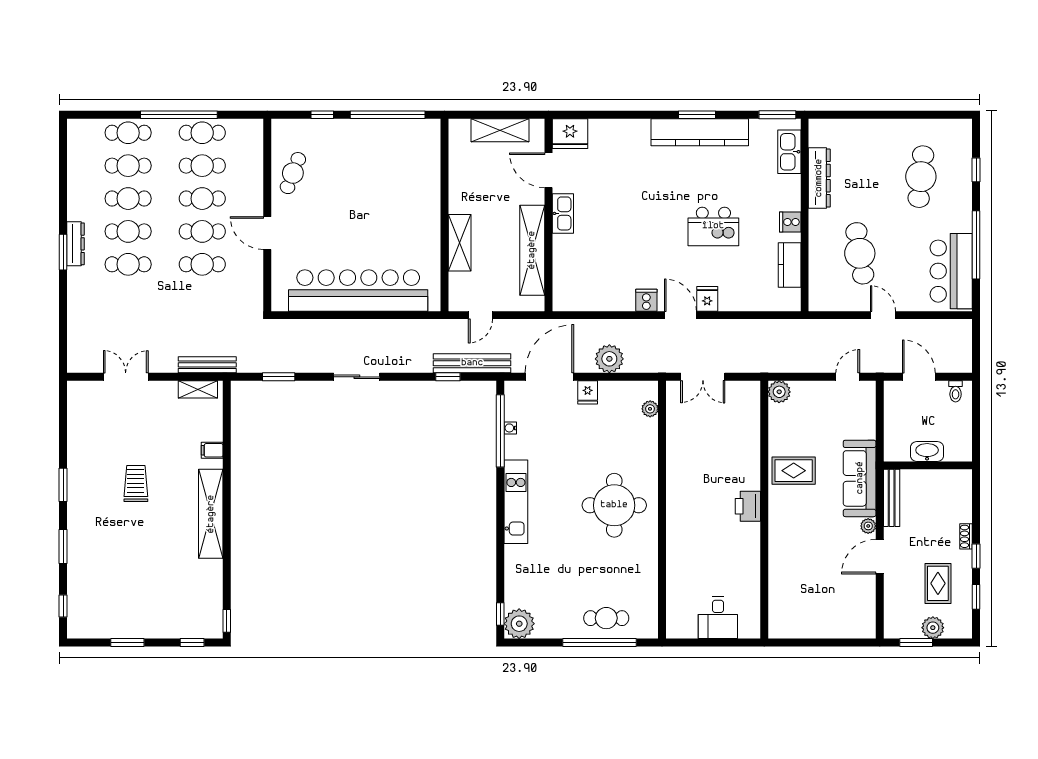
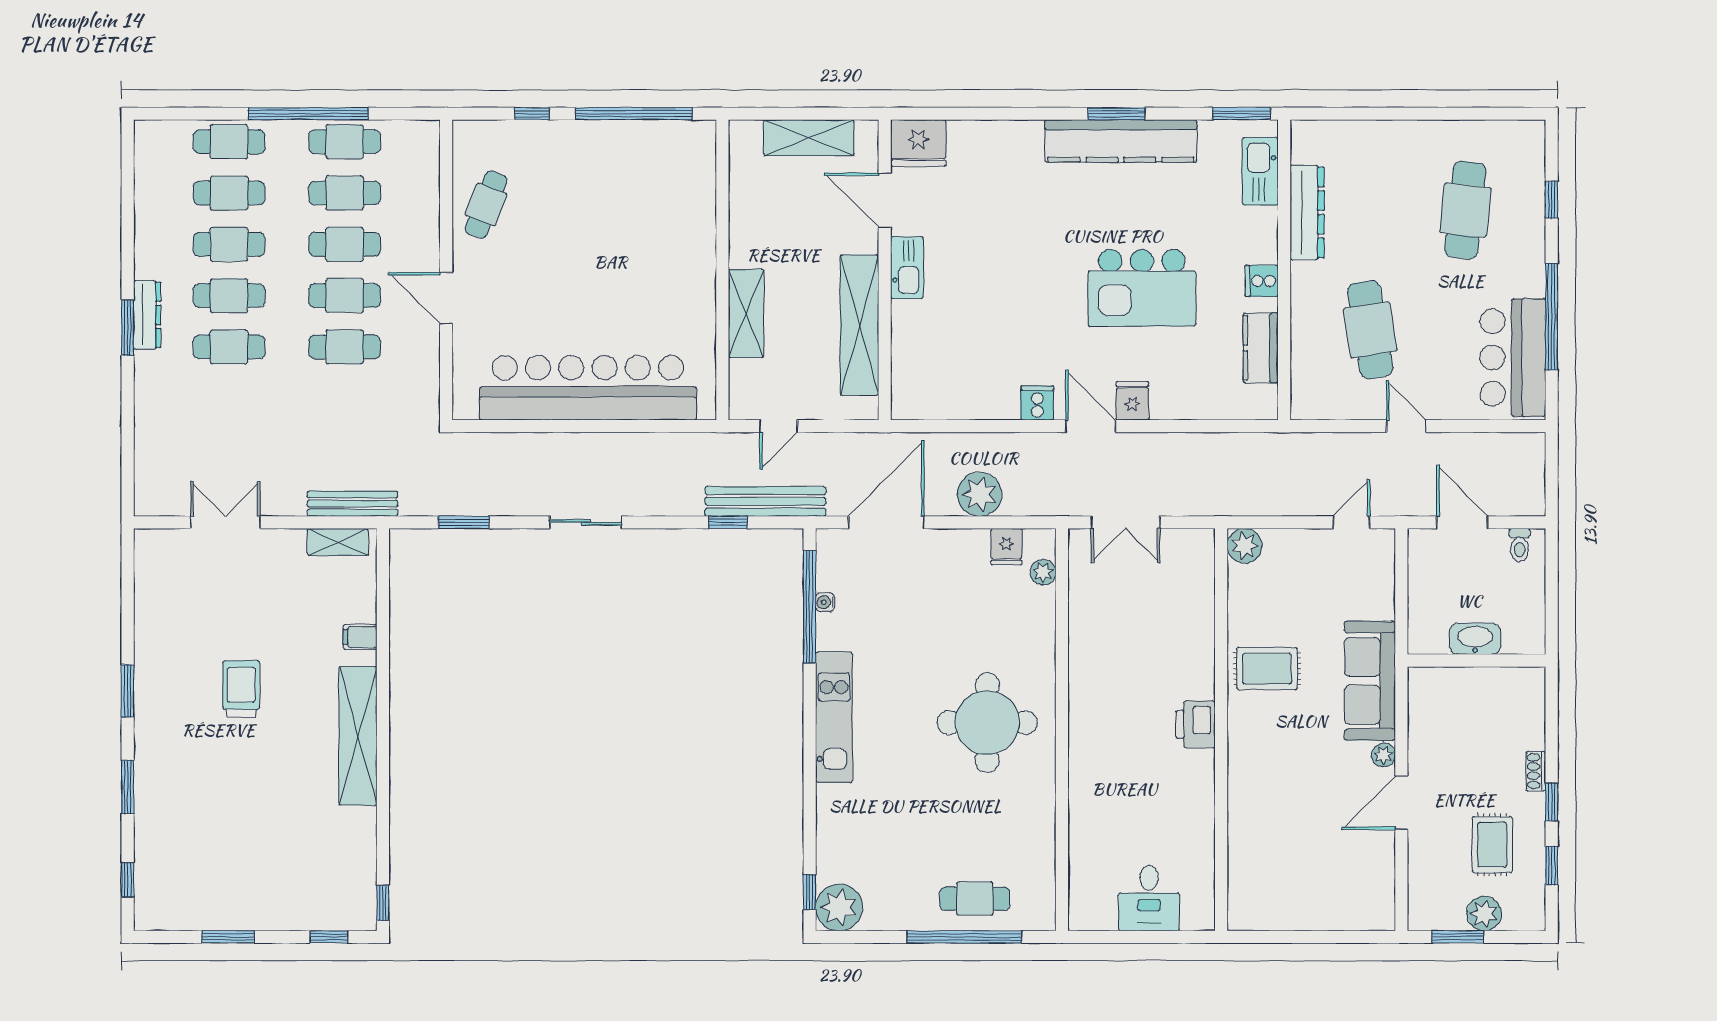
kitchen island: (713, 226) -> (1142, 288), width x1.37, depth x1.28
fridge: (588, 392) -> (1006, 547), moved
bench: (892, 498) -> (1420, 711), removed

